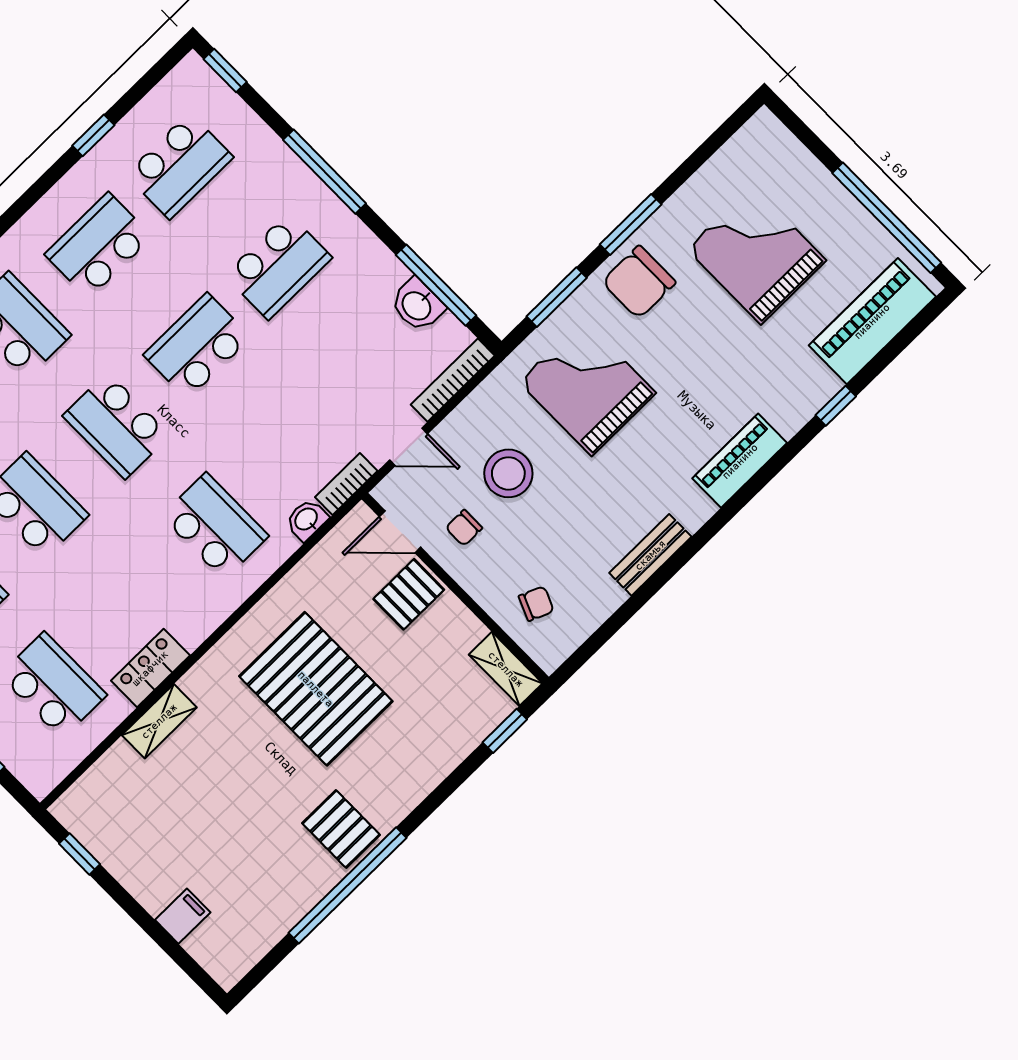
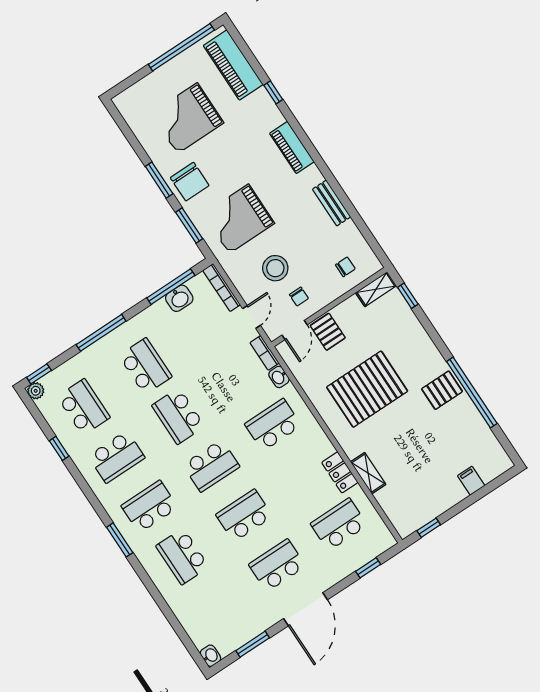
plant: (193, 71) -> (36, 391), added
school desk: (99, 246) -> (117, 457), turned -90
chair: (536, 604) -> (345, 267), turned 67

